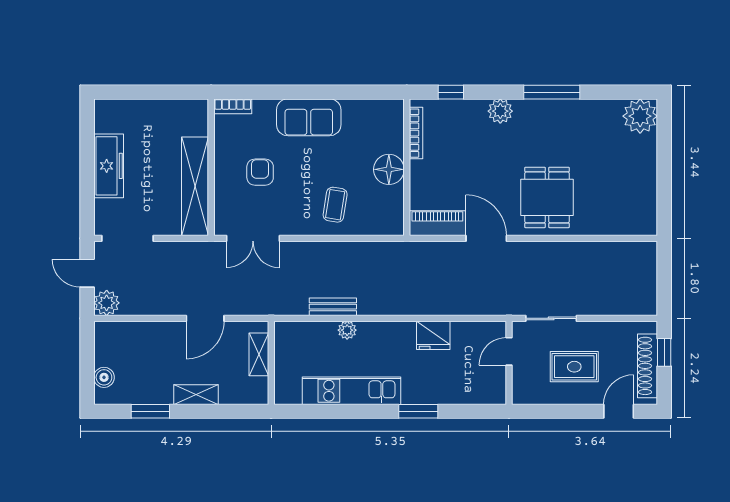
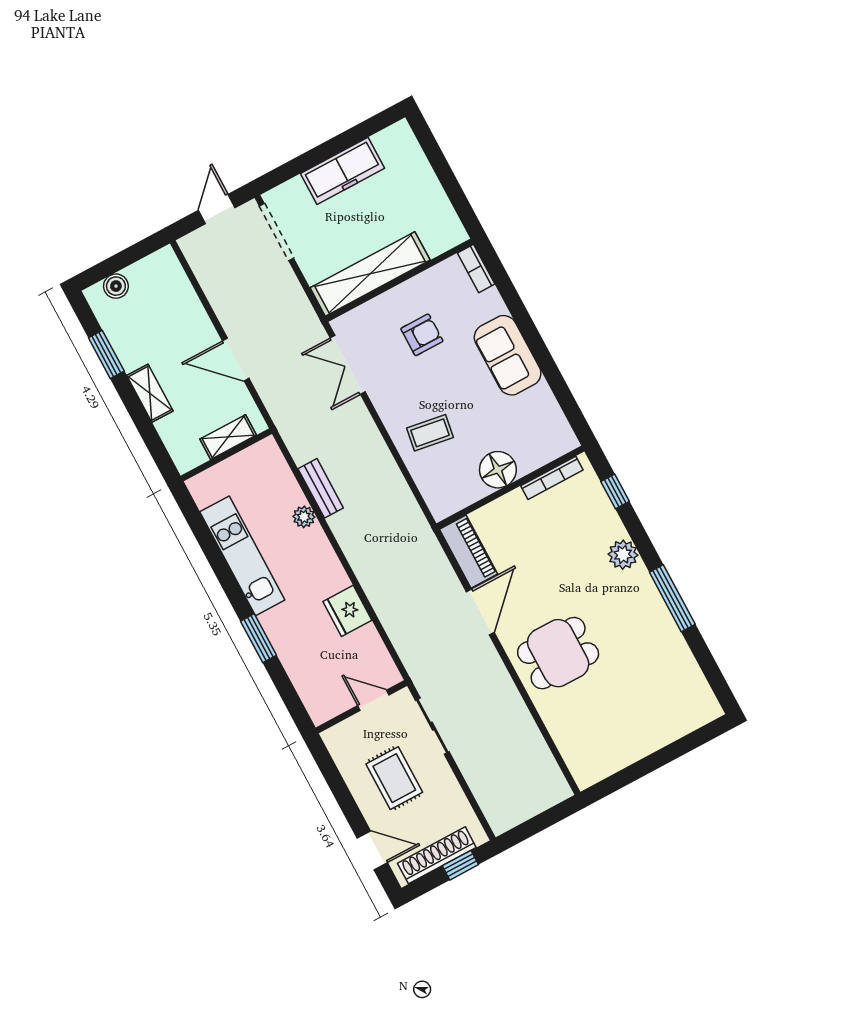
plant: (640, 116) -> (697, 706), removed
plant: (107, 303) -> (196, 247), removed

